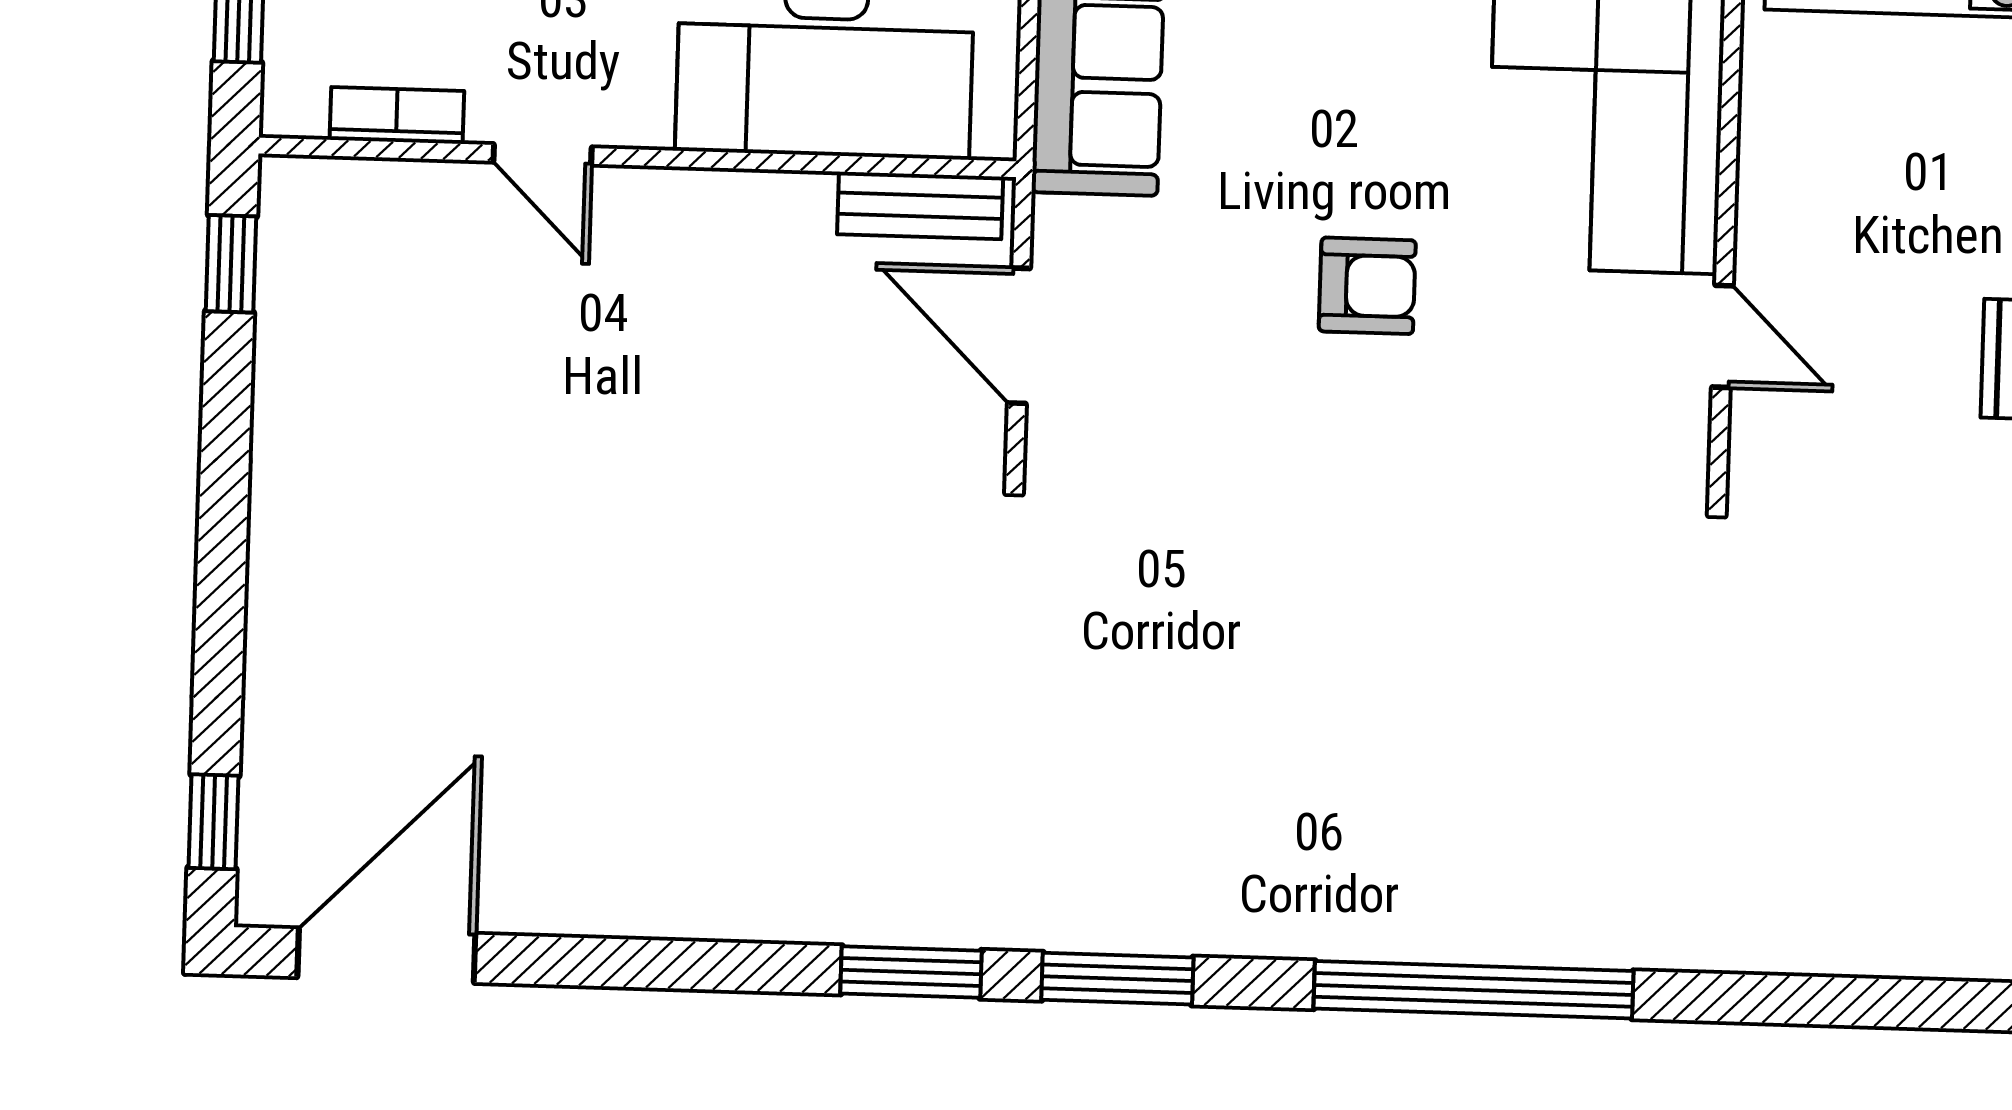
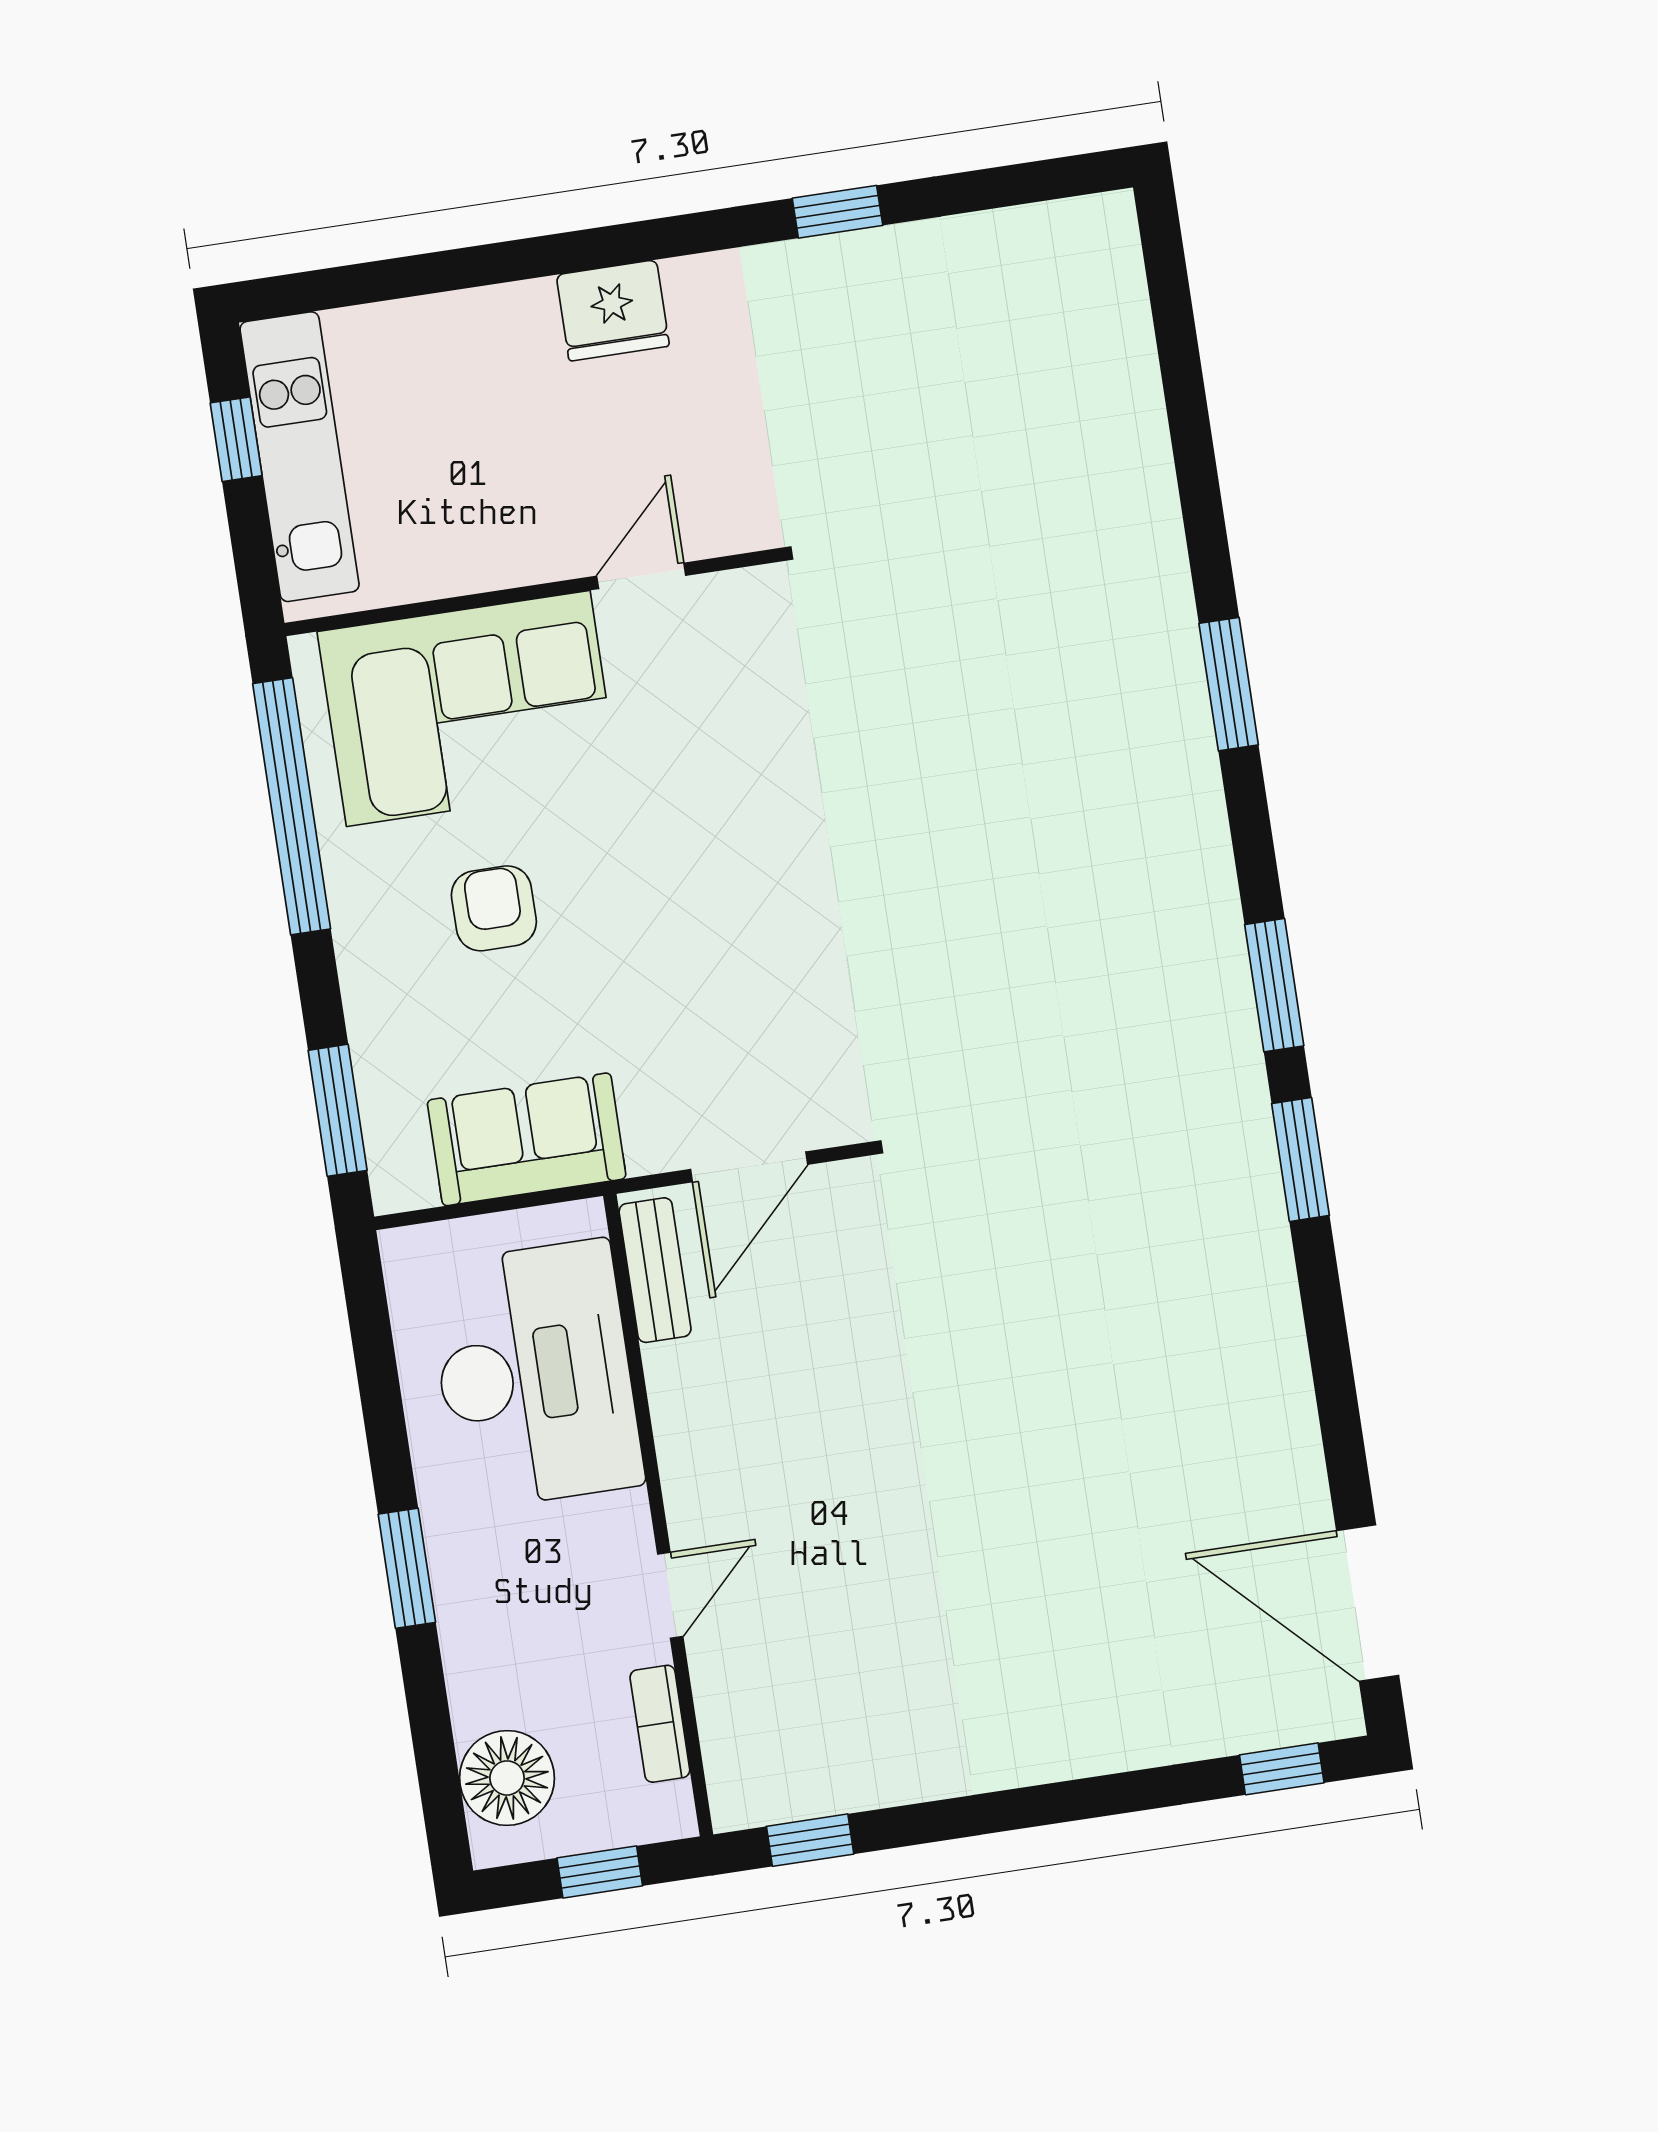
armchair: (1367, 286) -> (494, 908), moved
window: (1473, 990) -> (1229, 684), width x0.47

